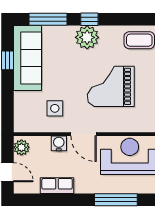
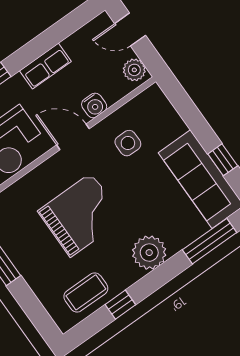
window: (89, 19) -> (120, 305), moved
row of seats: (57, 186) -> (45, 66), moved

